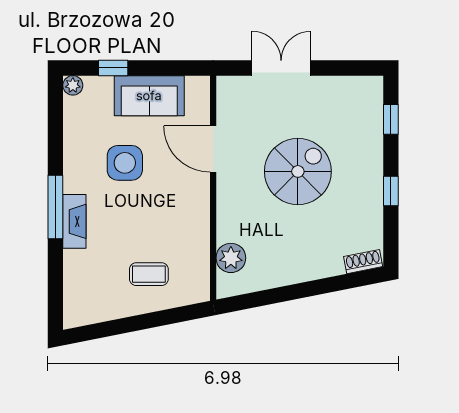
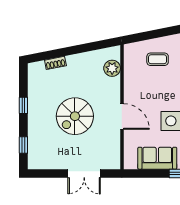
door: (213, 149) -> (122, 116), moved
shoe rack: (363, 262) -> (55, 63), moved

